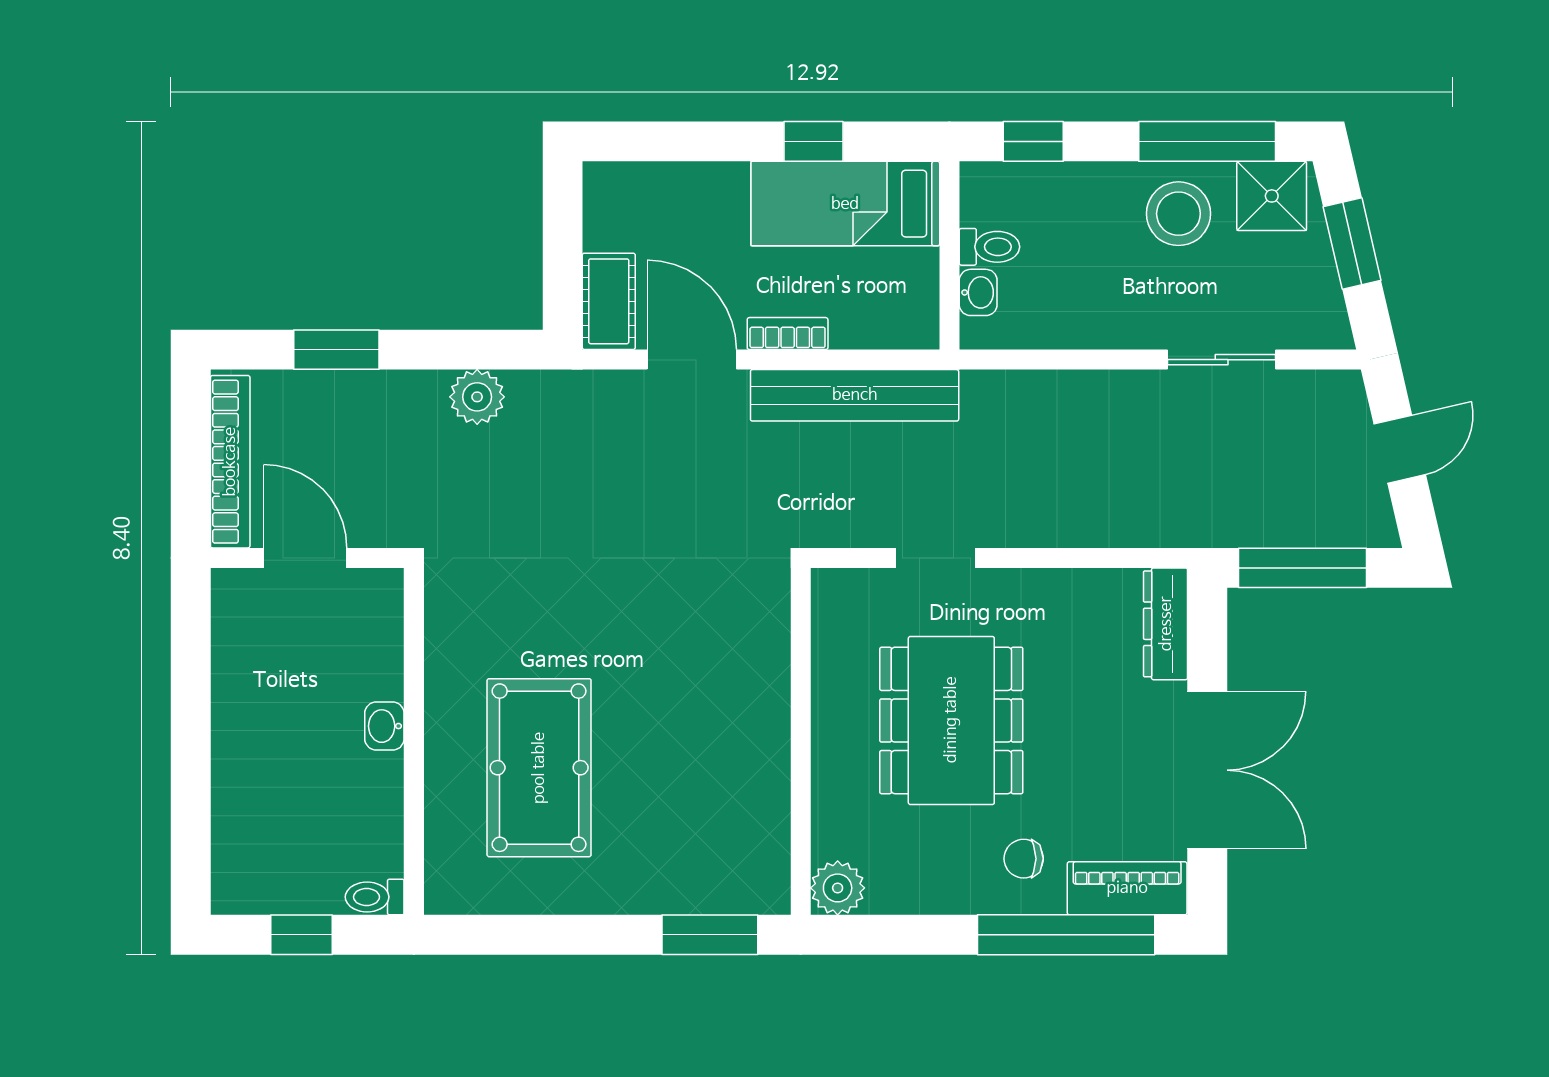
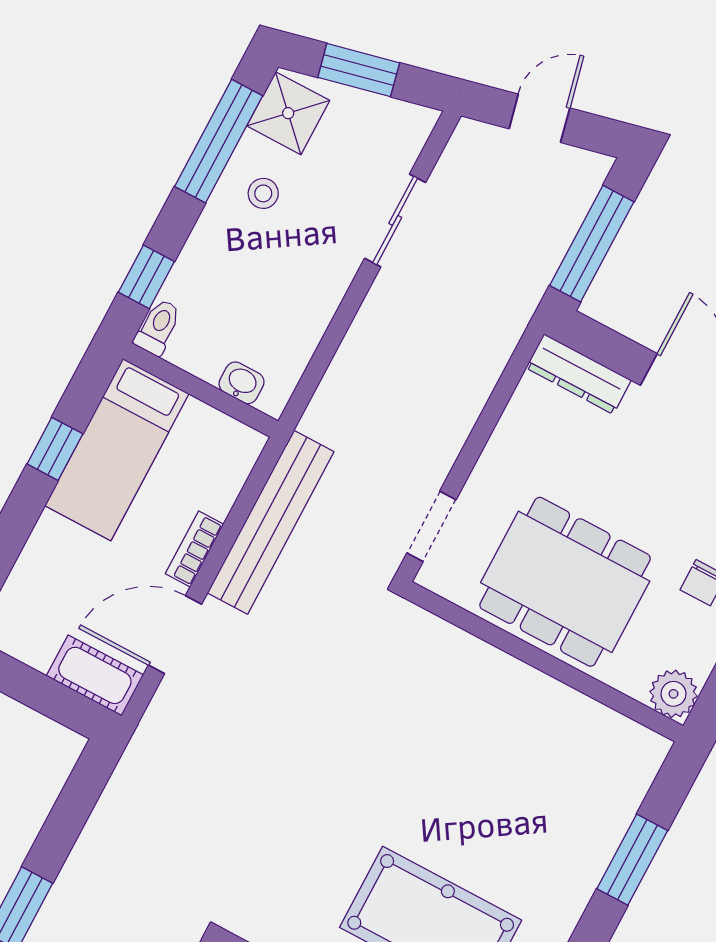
stool: (1178, 214) -> (263, 193), width x0.53, depth x0.53
toilet: (989, 247) -> (158, 327), moved
plant: (477, 397) -> (115, 818), removed
door: (1400, 449) -> (539, 118), hinge flipped
wall: (801, 741) -> (544, 662), moved
plant: (838, 888) -> (673, 694), moved

